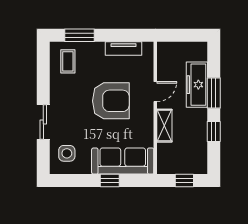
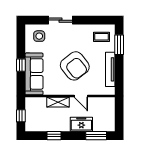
tv unit: (124, 49) -> (110, 69), width x1.41
freezer: (197, 85) -> (81, 124), width x0.71
window: (214, 93) -> (96, 136), moved
armchair: (111, 101) -> (75, 66), turned -38

